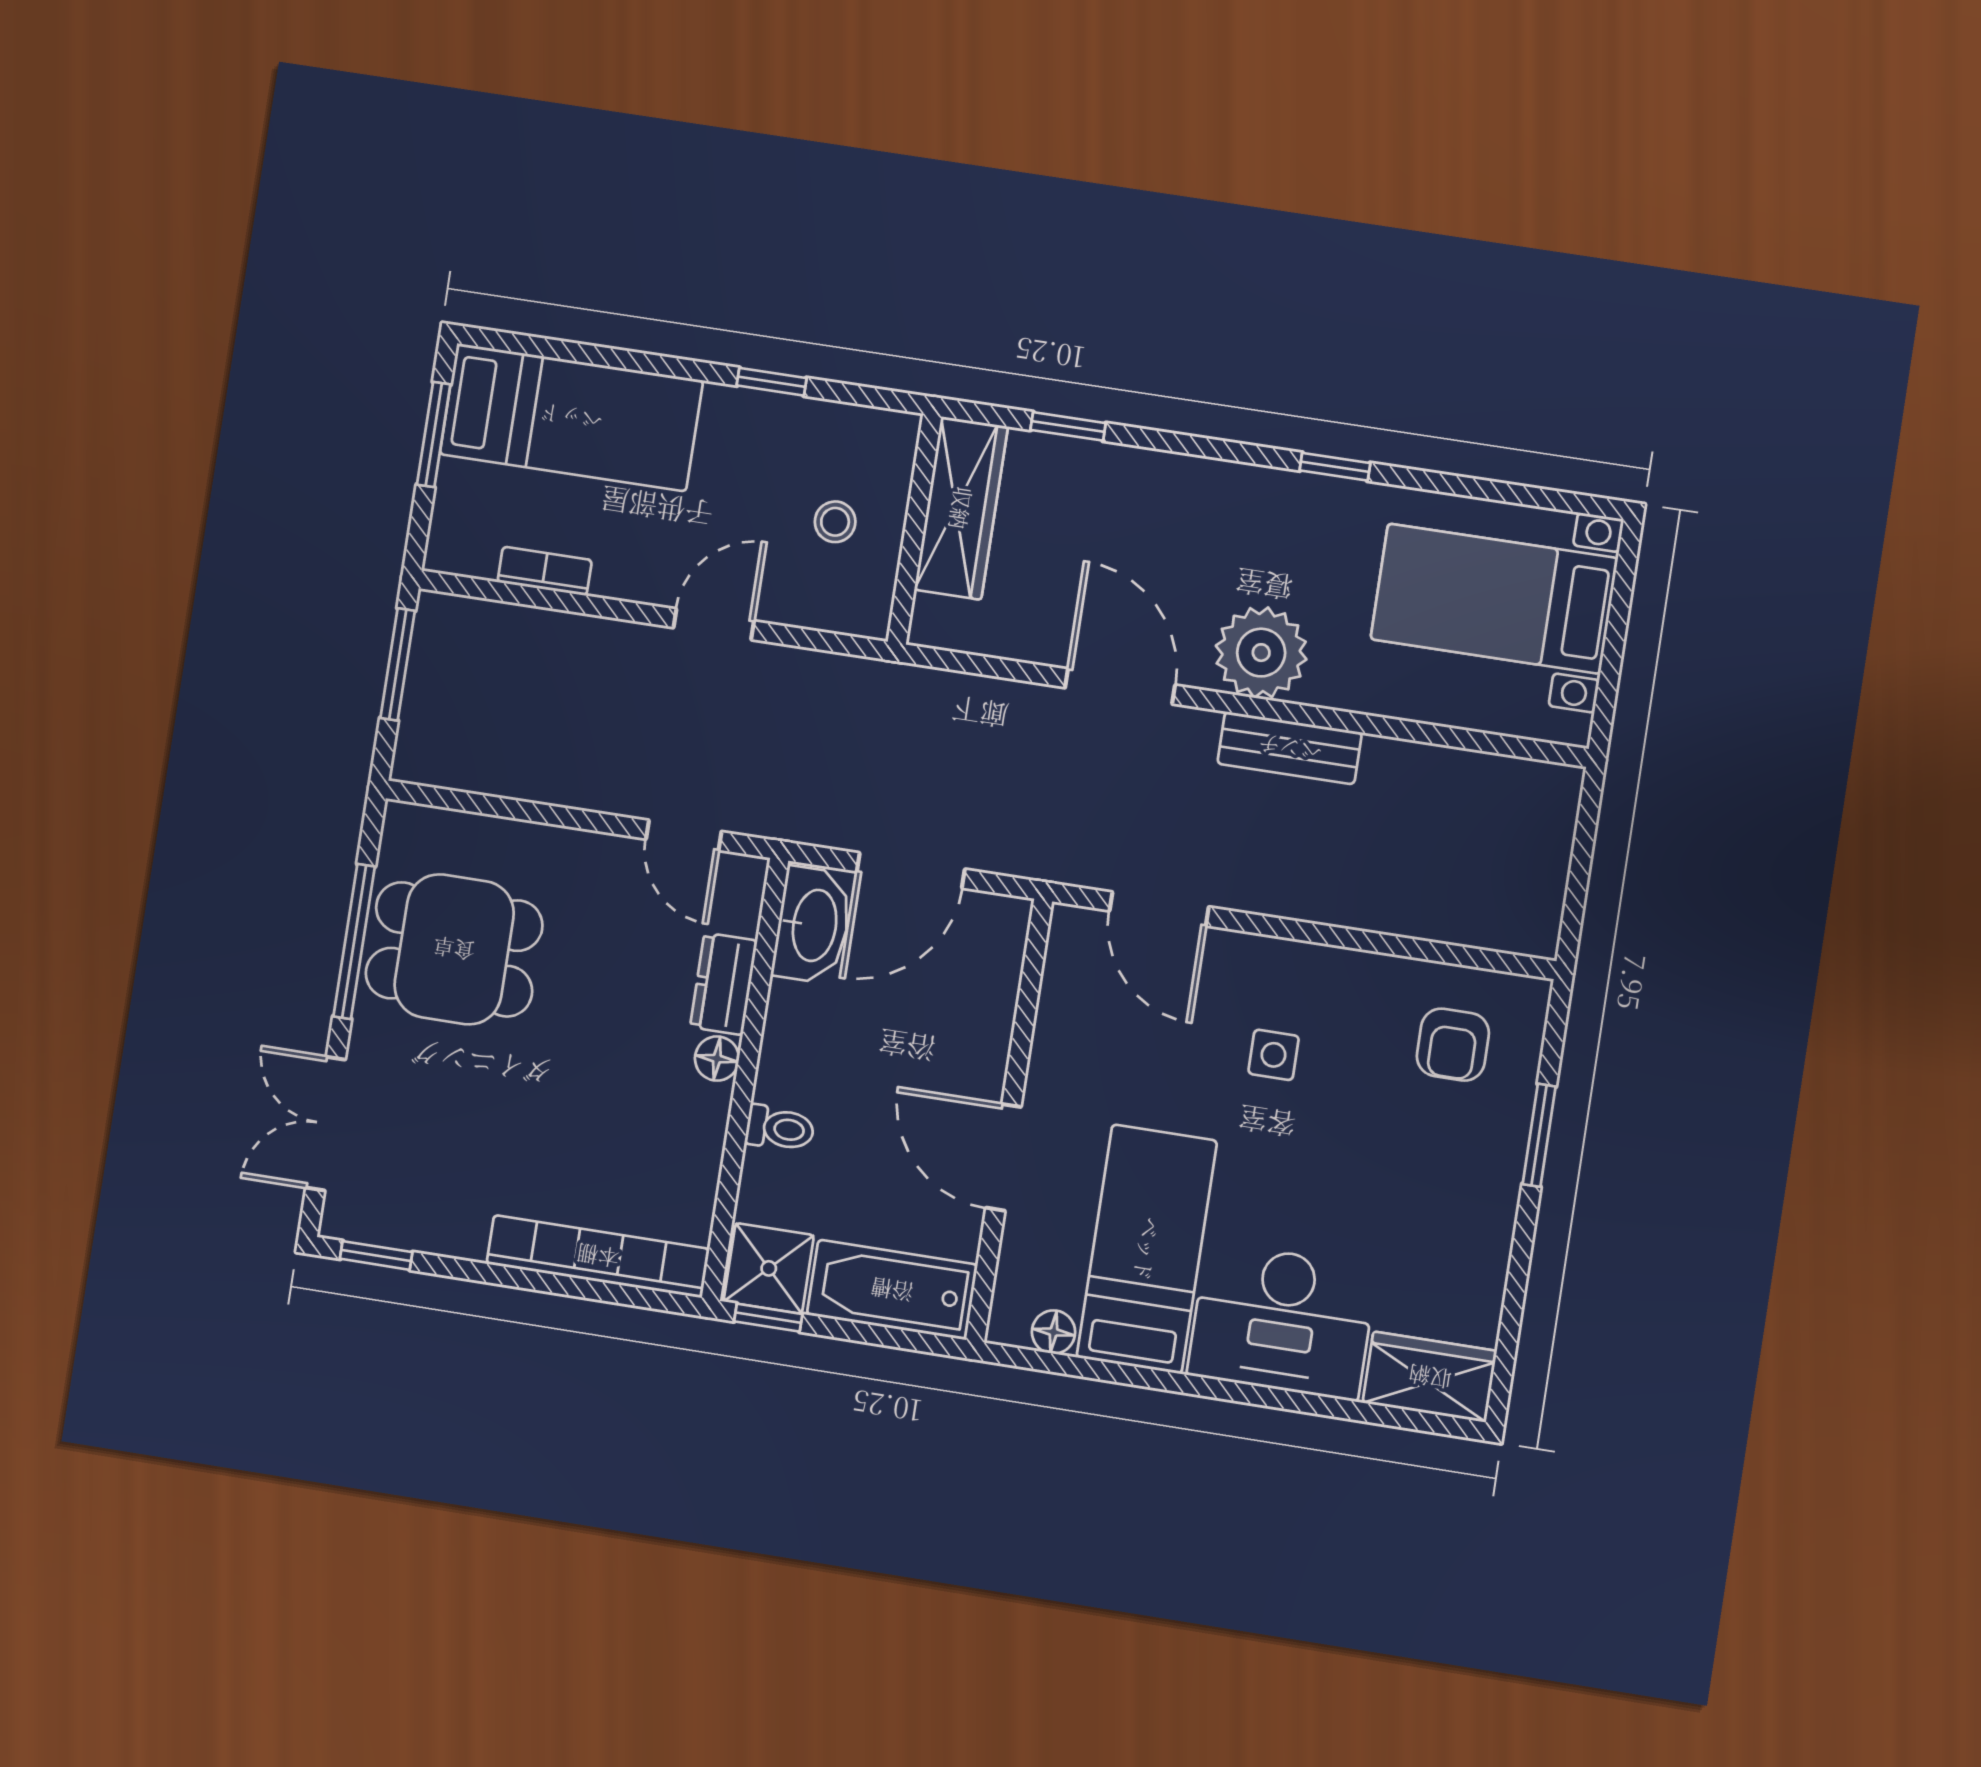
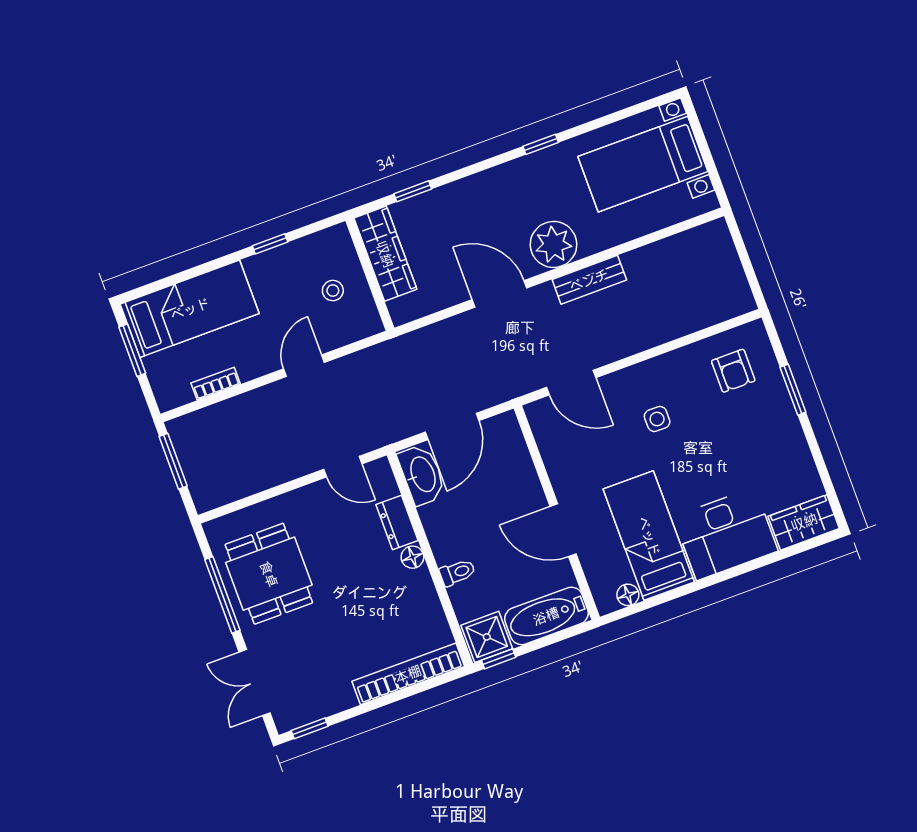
dining table: (454, 949) -> (269, 574), turned 90

